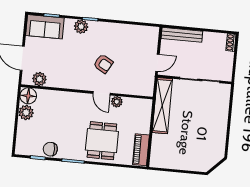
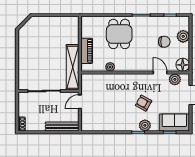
armchair: (103, 64) -> (144, 103), moved
door: (102, 93) -> (160, 73), moved
plant: (26, 113) -> (183, 36), moved
chair: (50, 149) -> (164, 42), moved
piano: (141, 150) -> (87, 51), moved

